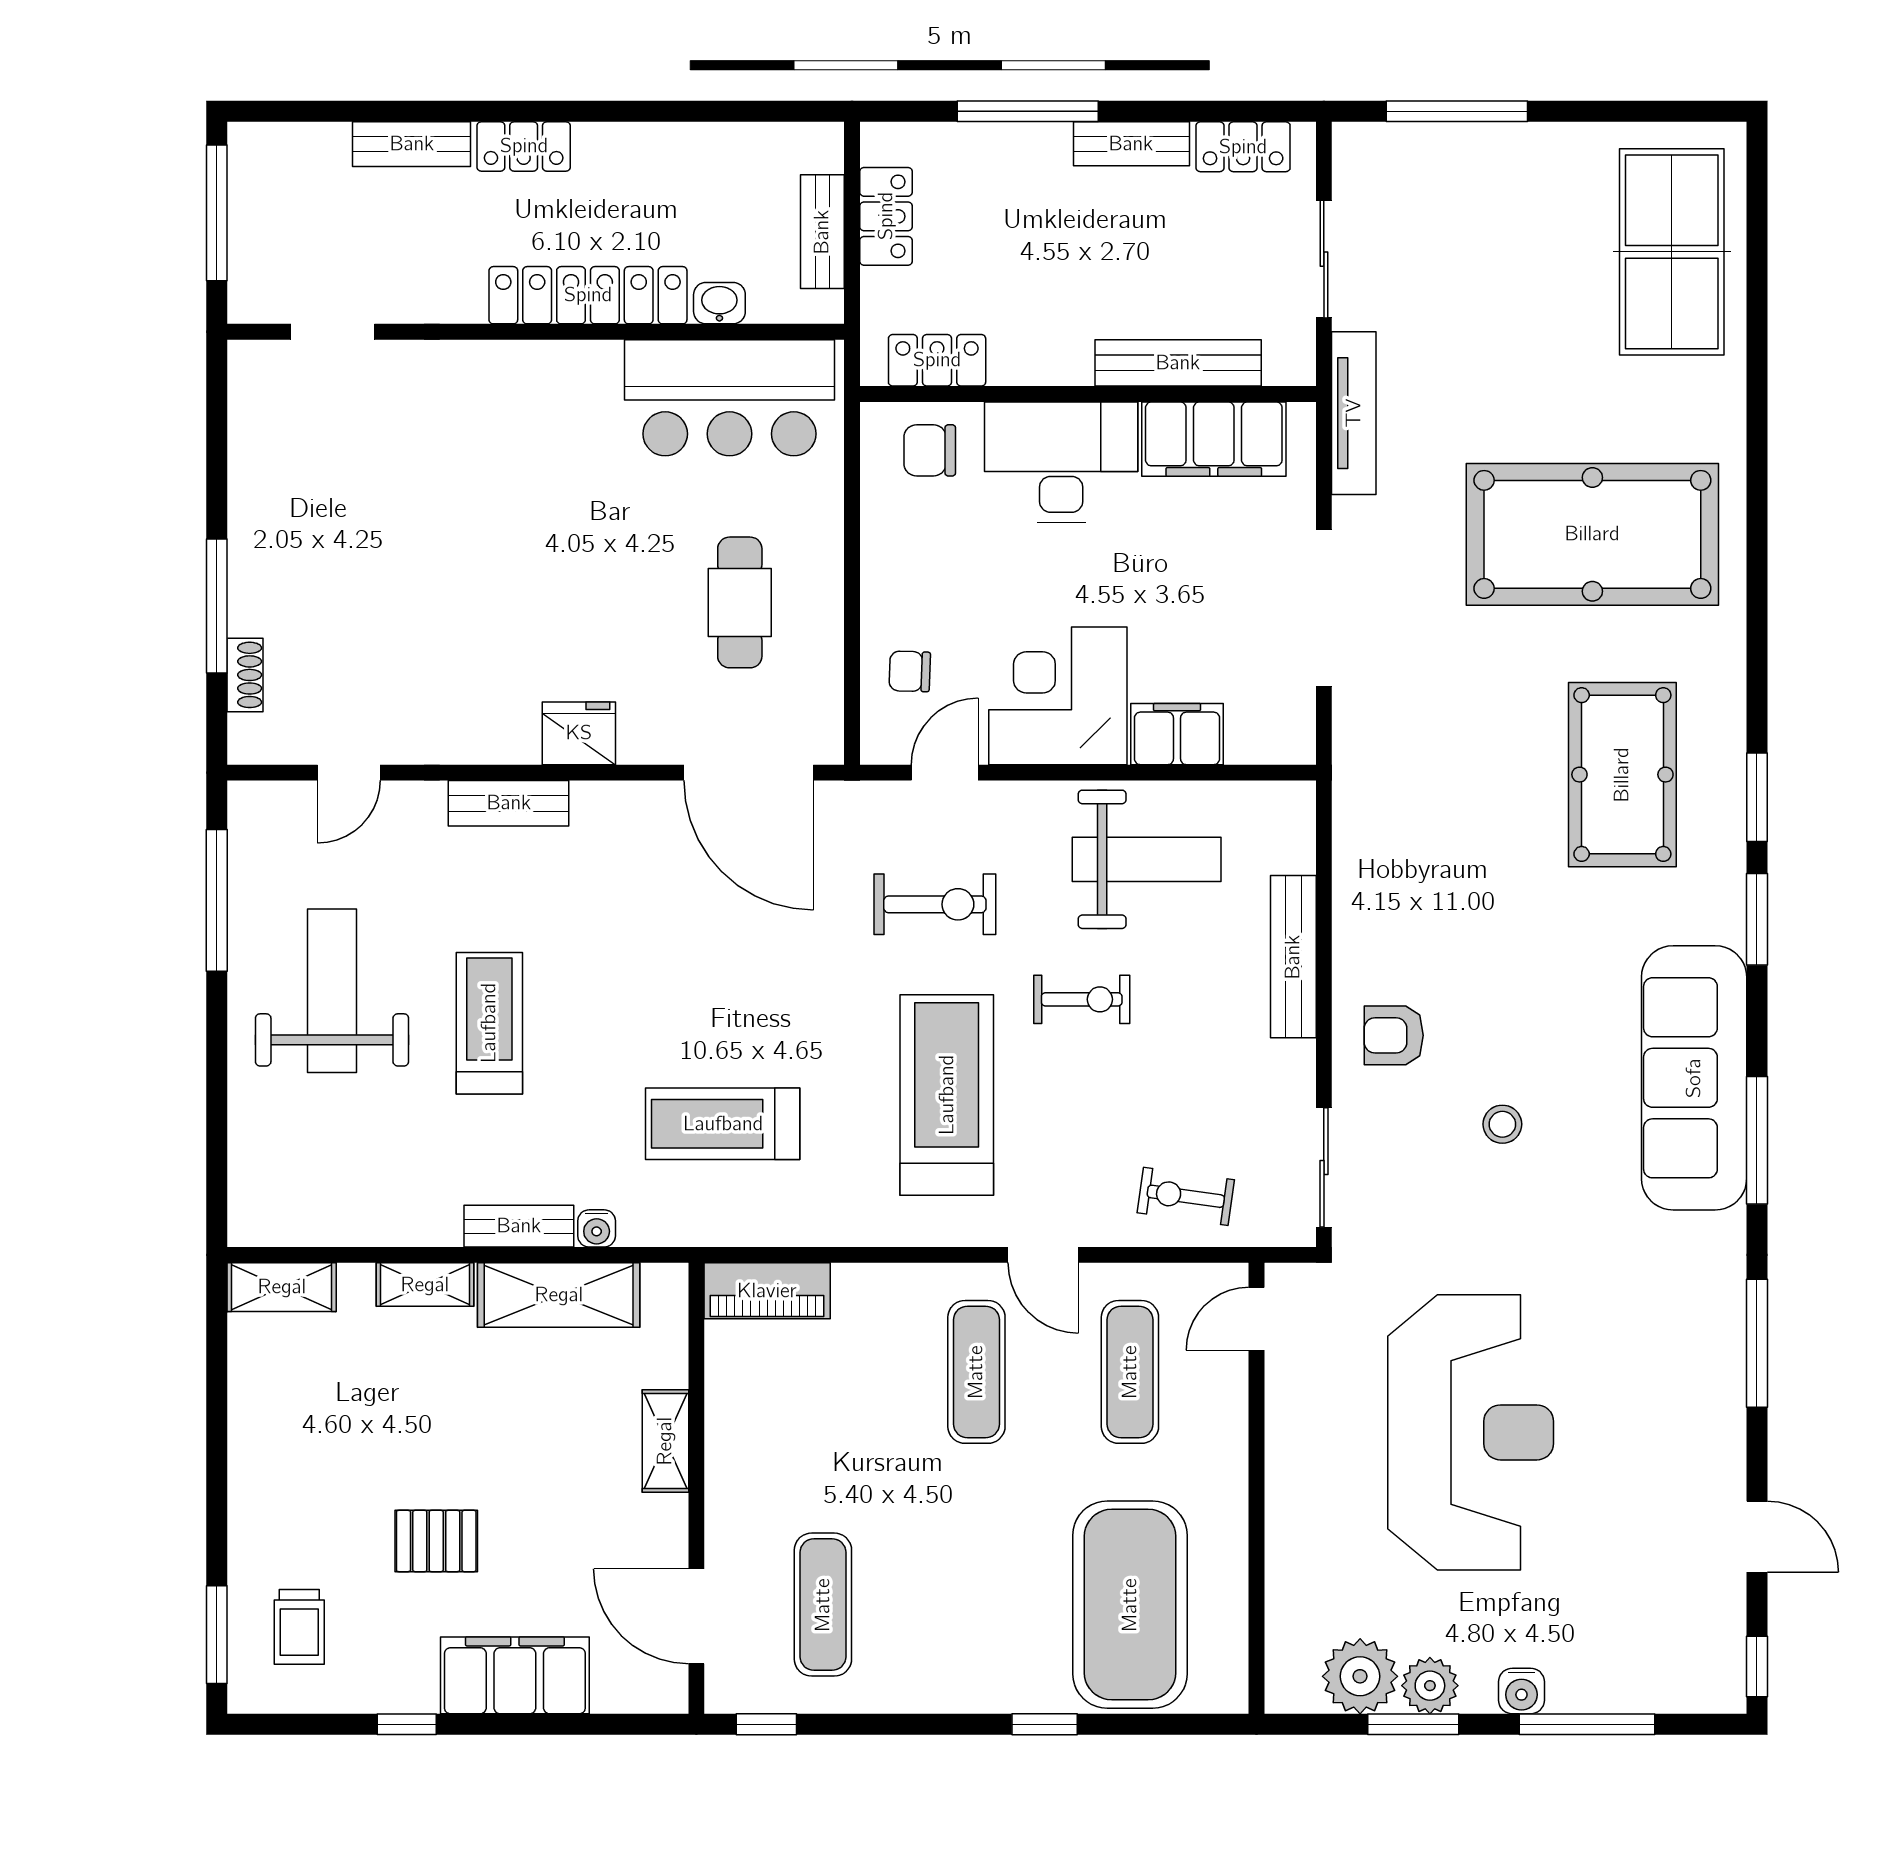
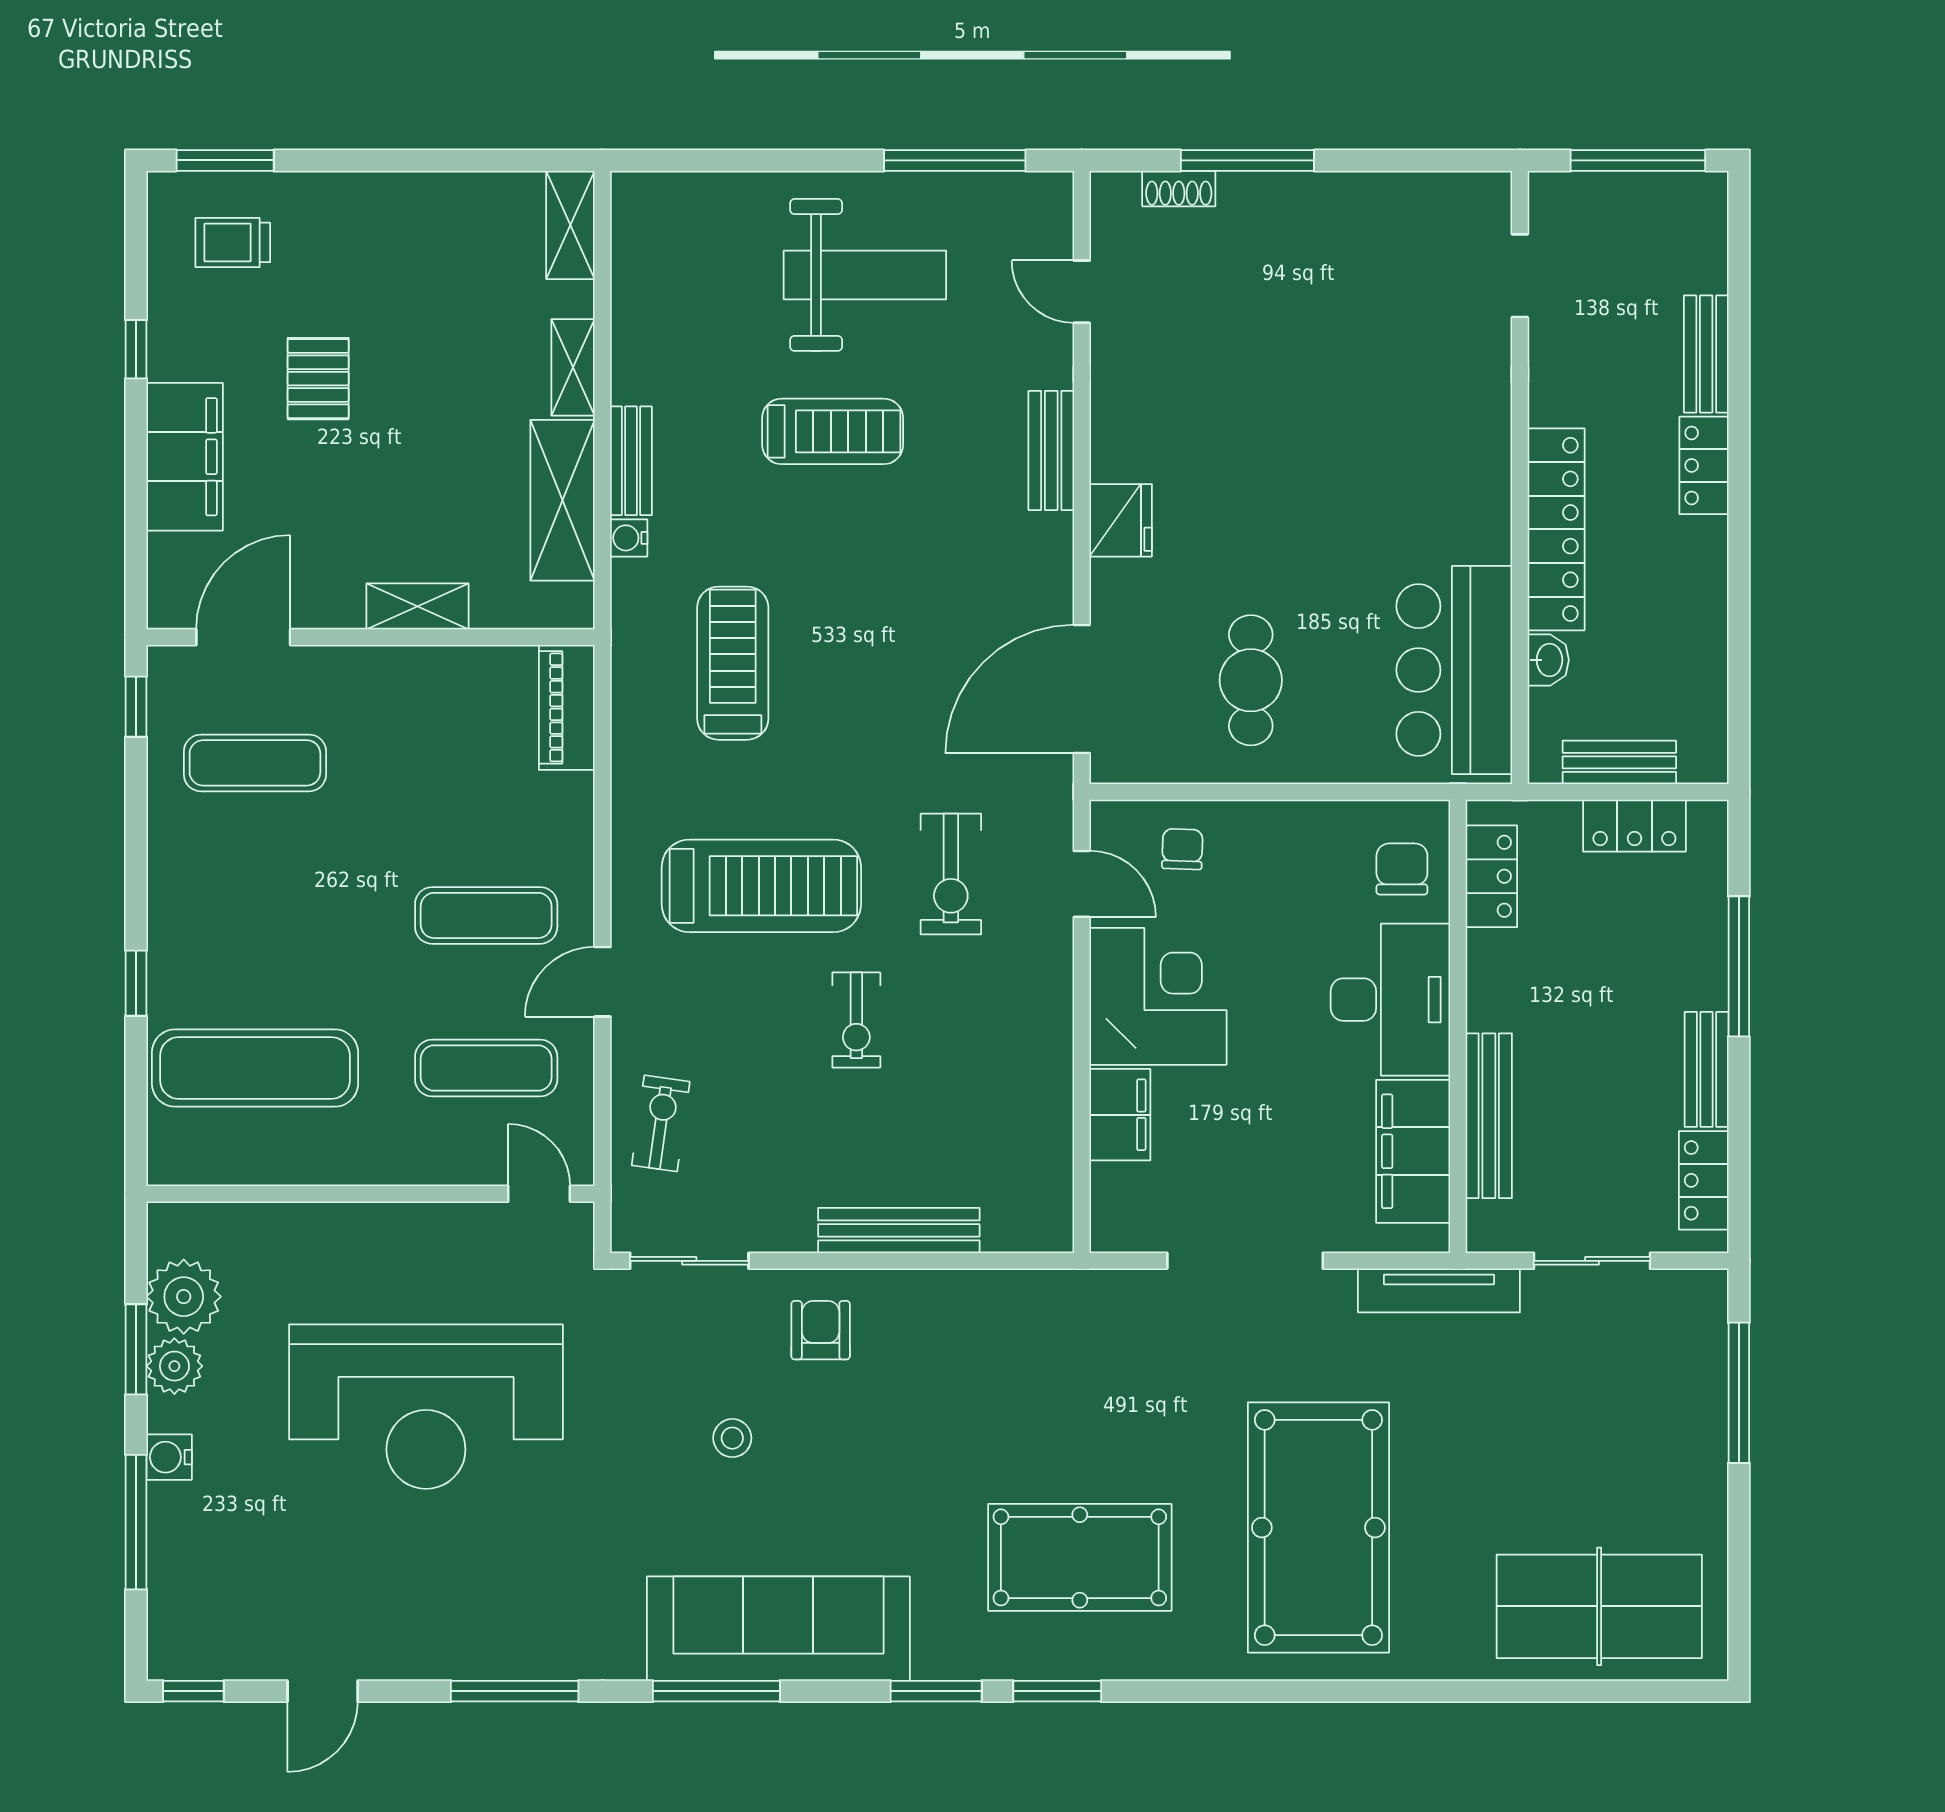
cafe table: (740, 602) -> (1251, 680), turned 90
weight bench: (1147, 859) -> (996, 1085), removed
exercise mat: (1130, 1605) -> (255, 1068), width x0.68

